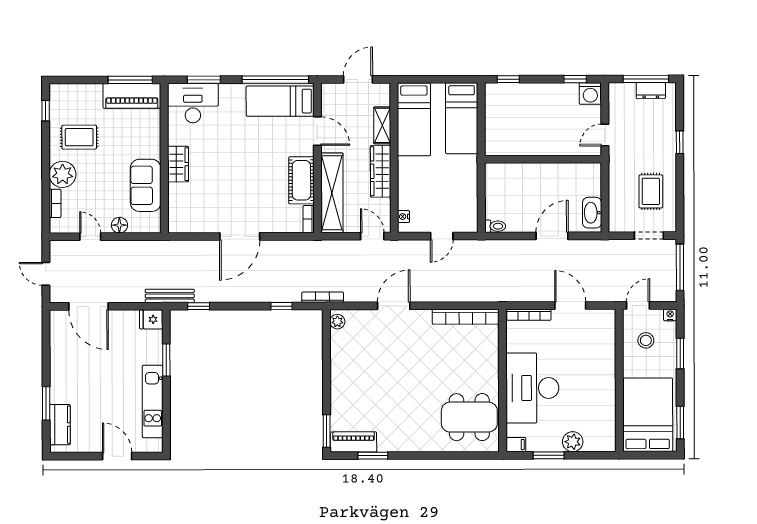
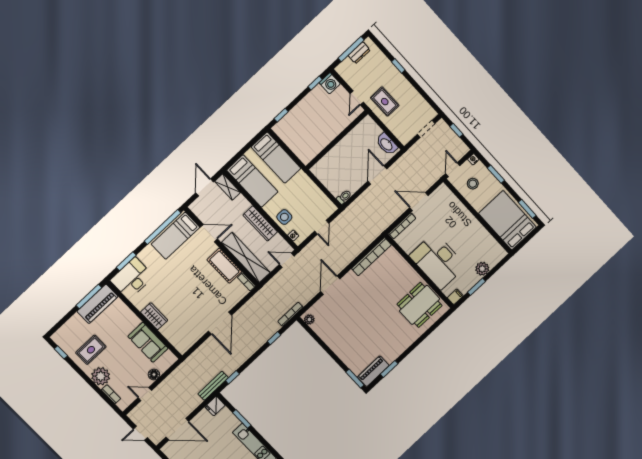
shelving: (382, 125) -> (228, 187), moved
side table: (412, 188) -> (284, 217), added
rug: (651, 191) -> (385, 102), moved
window: (680, 267) -> (456, 130), width x0.46

